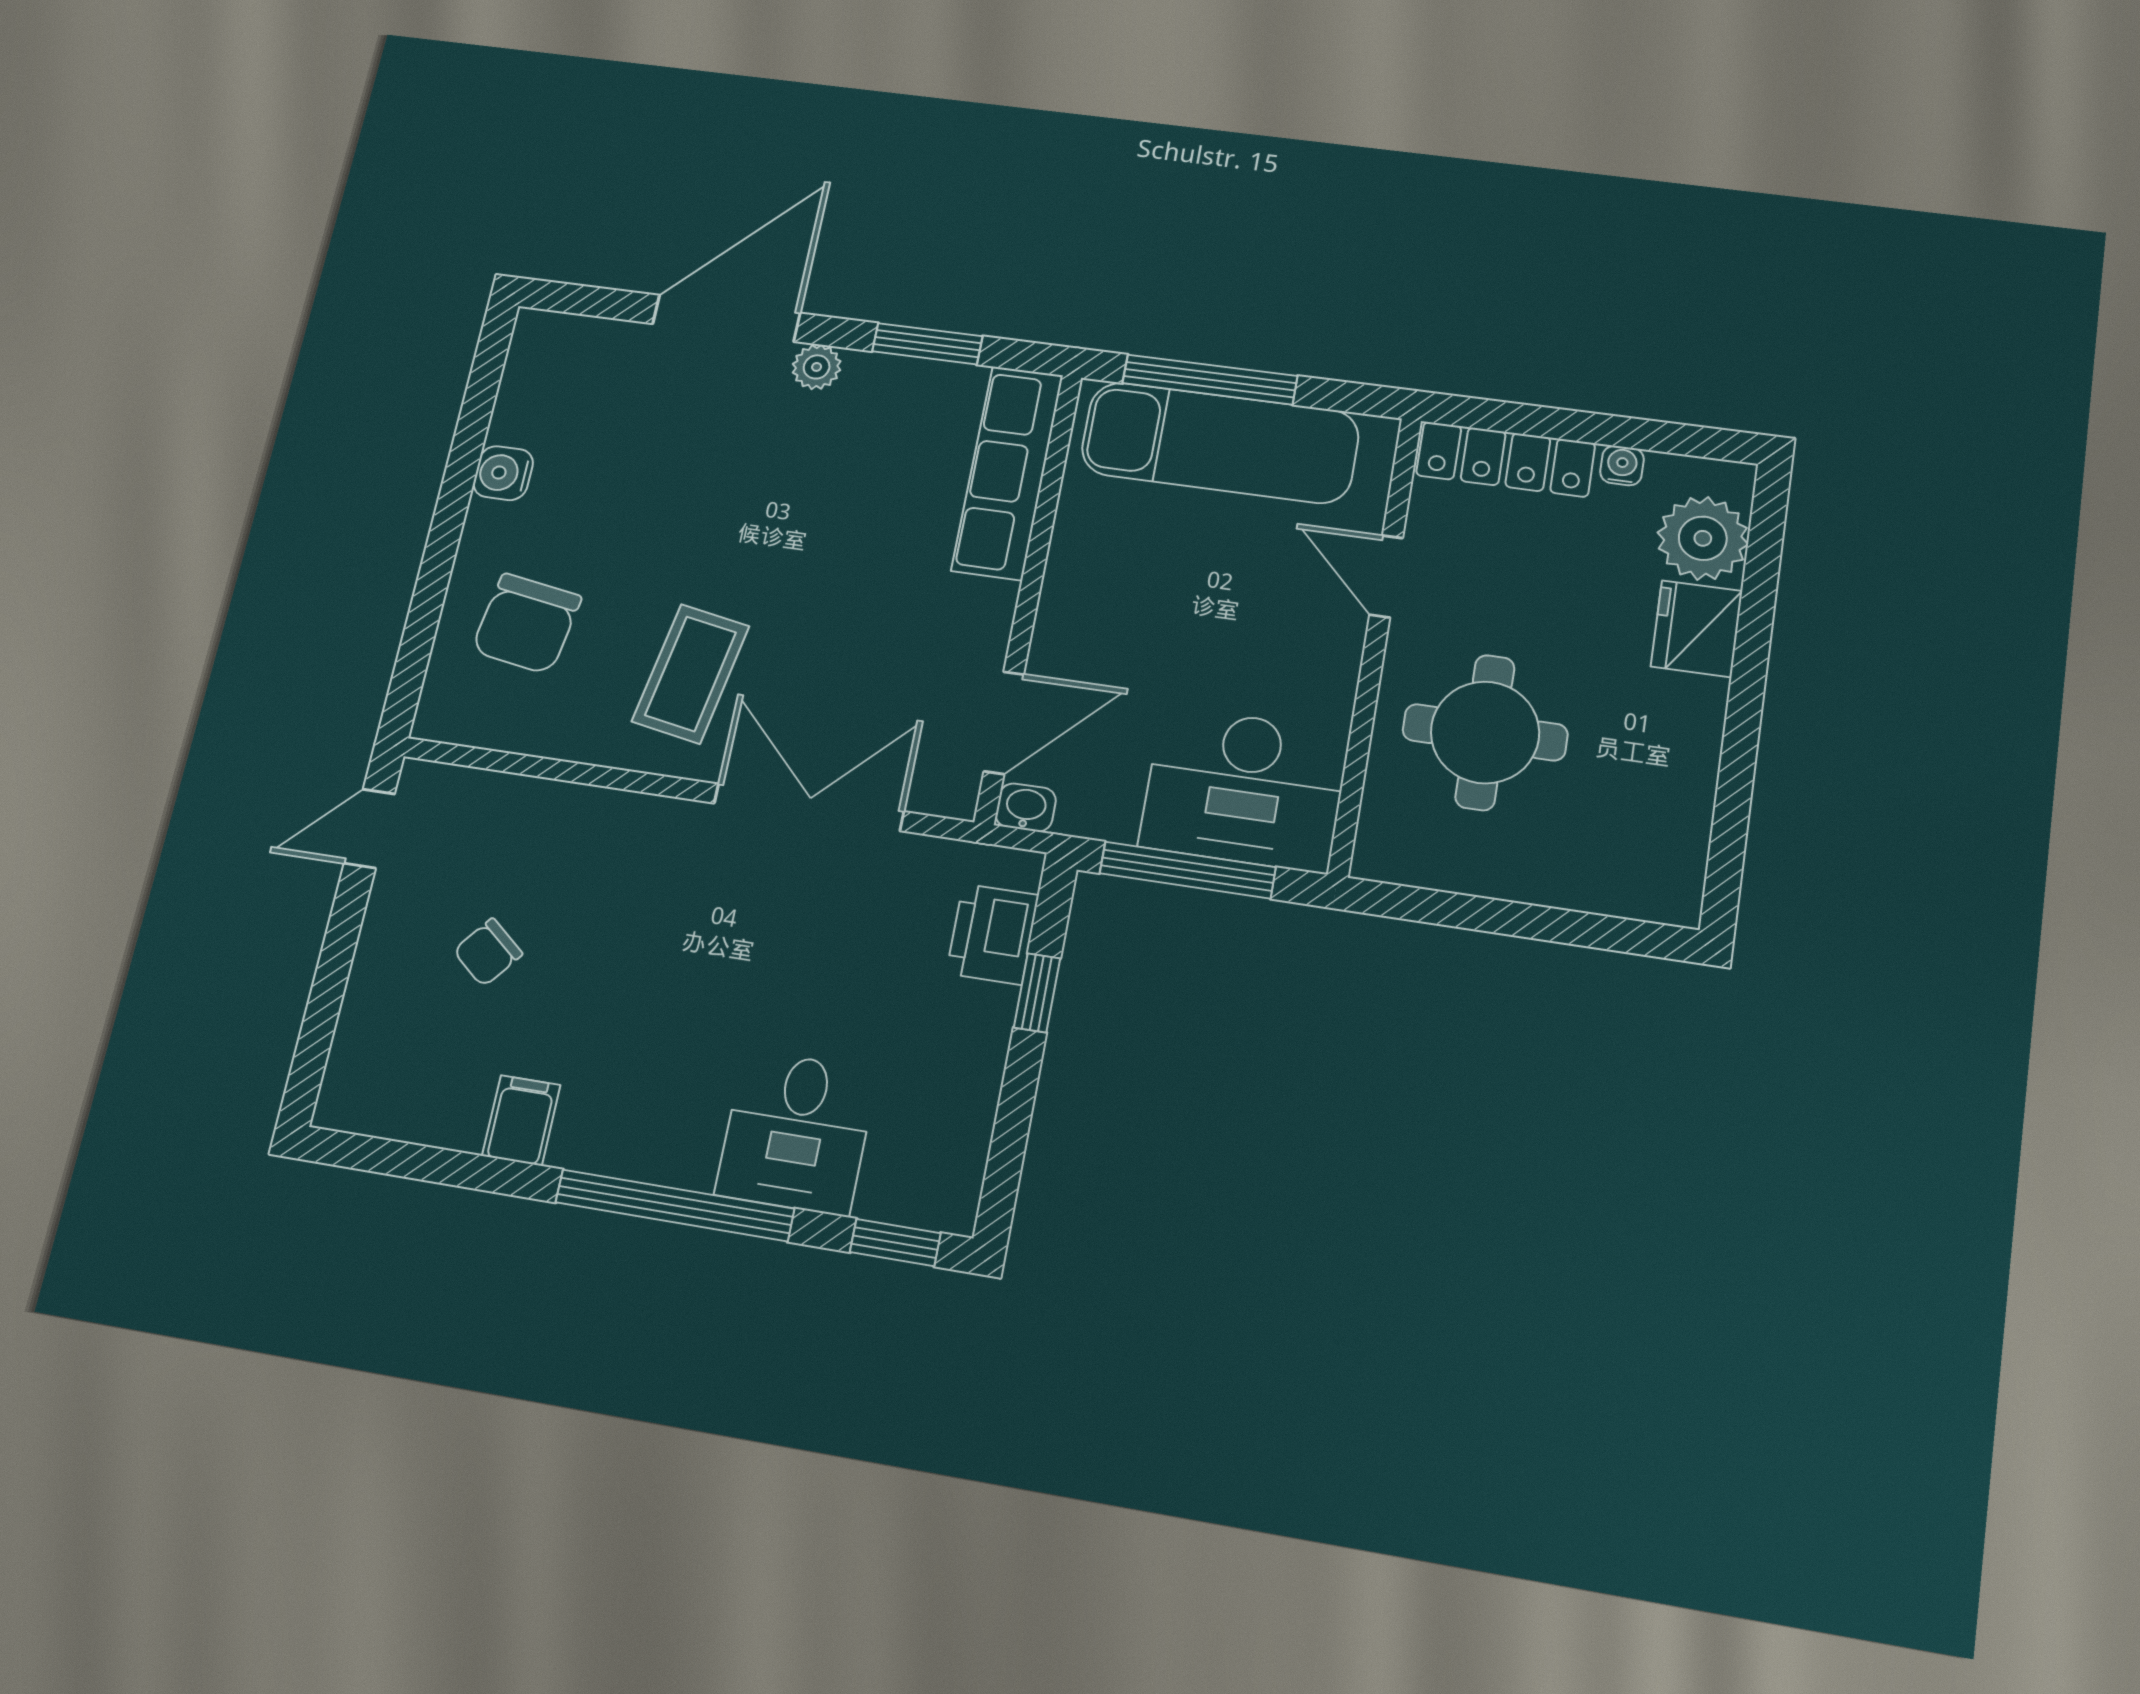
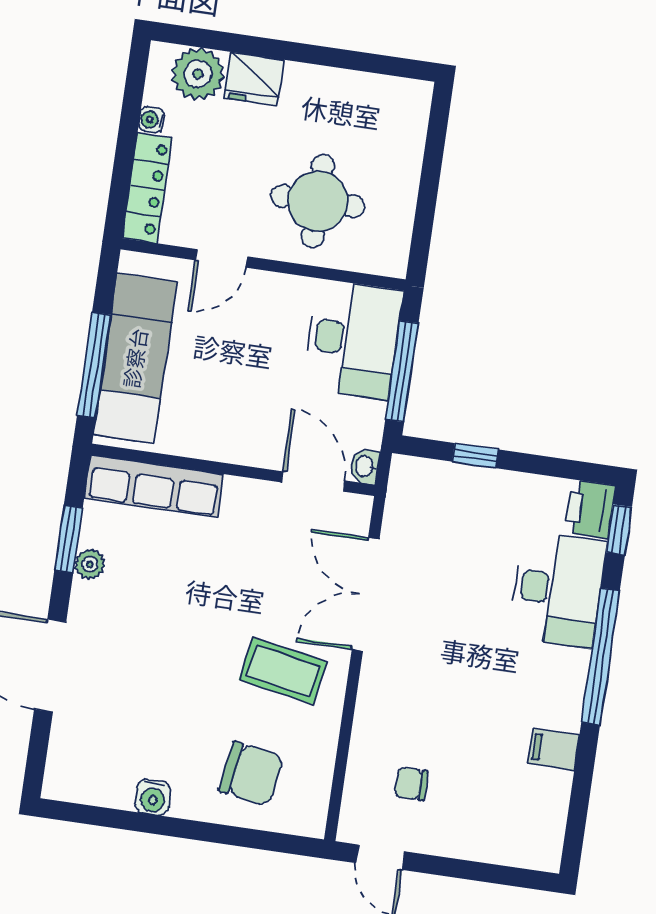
plant: (817, 367) -> (90, 564), moved
printer: (992, 934) -> (590, 509), moved, turned 90
chair: (488, 952) -> (411, 784), moved, turned 141
desk: (796, 1132) -> (558, 589), width x1.37

